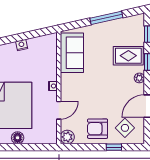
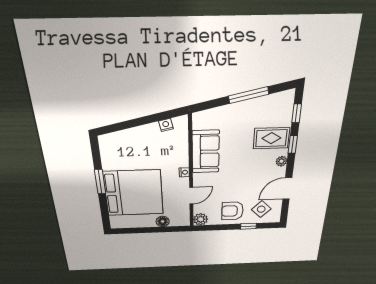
nightstand: (22, 45) -> (166, 125), moved
sofa: (72, 53) -> (206, 152), moved
floor lamp: (18, 138) -> (163, 221), moved

